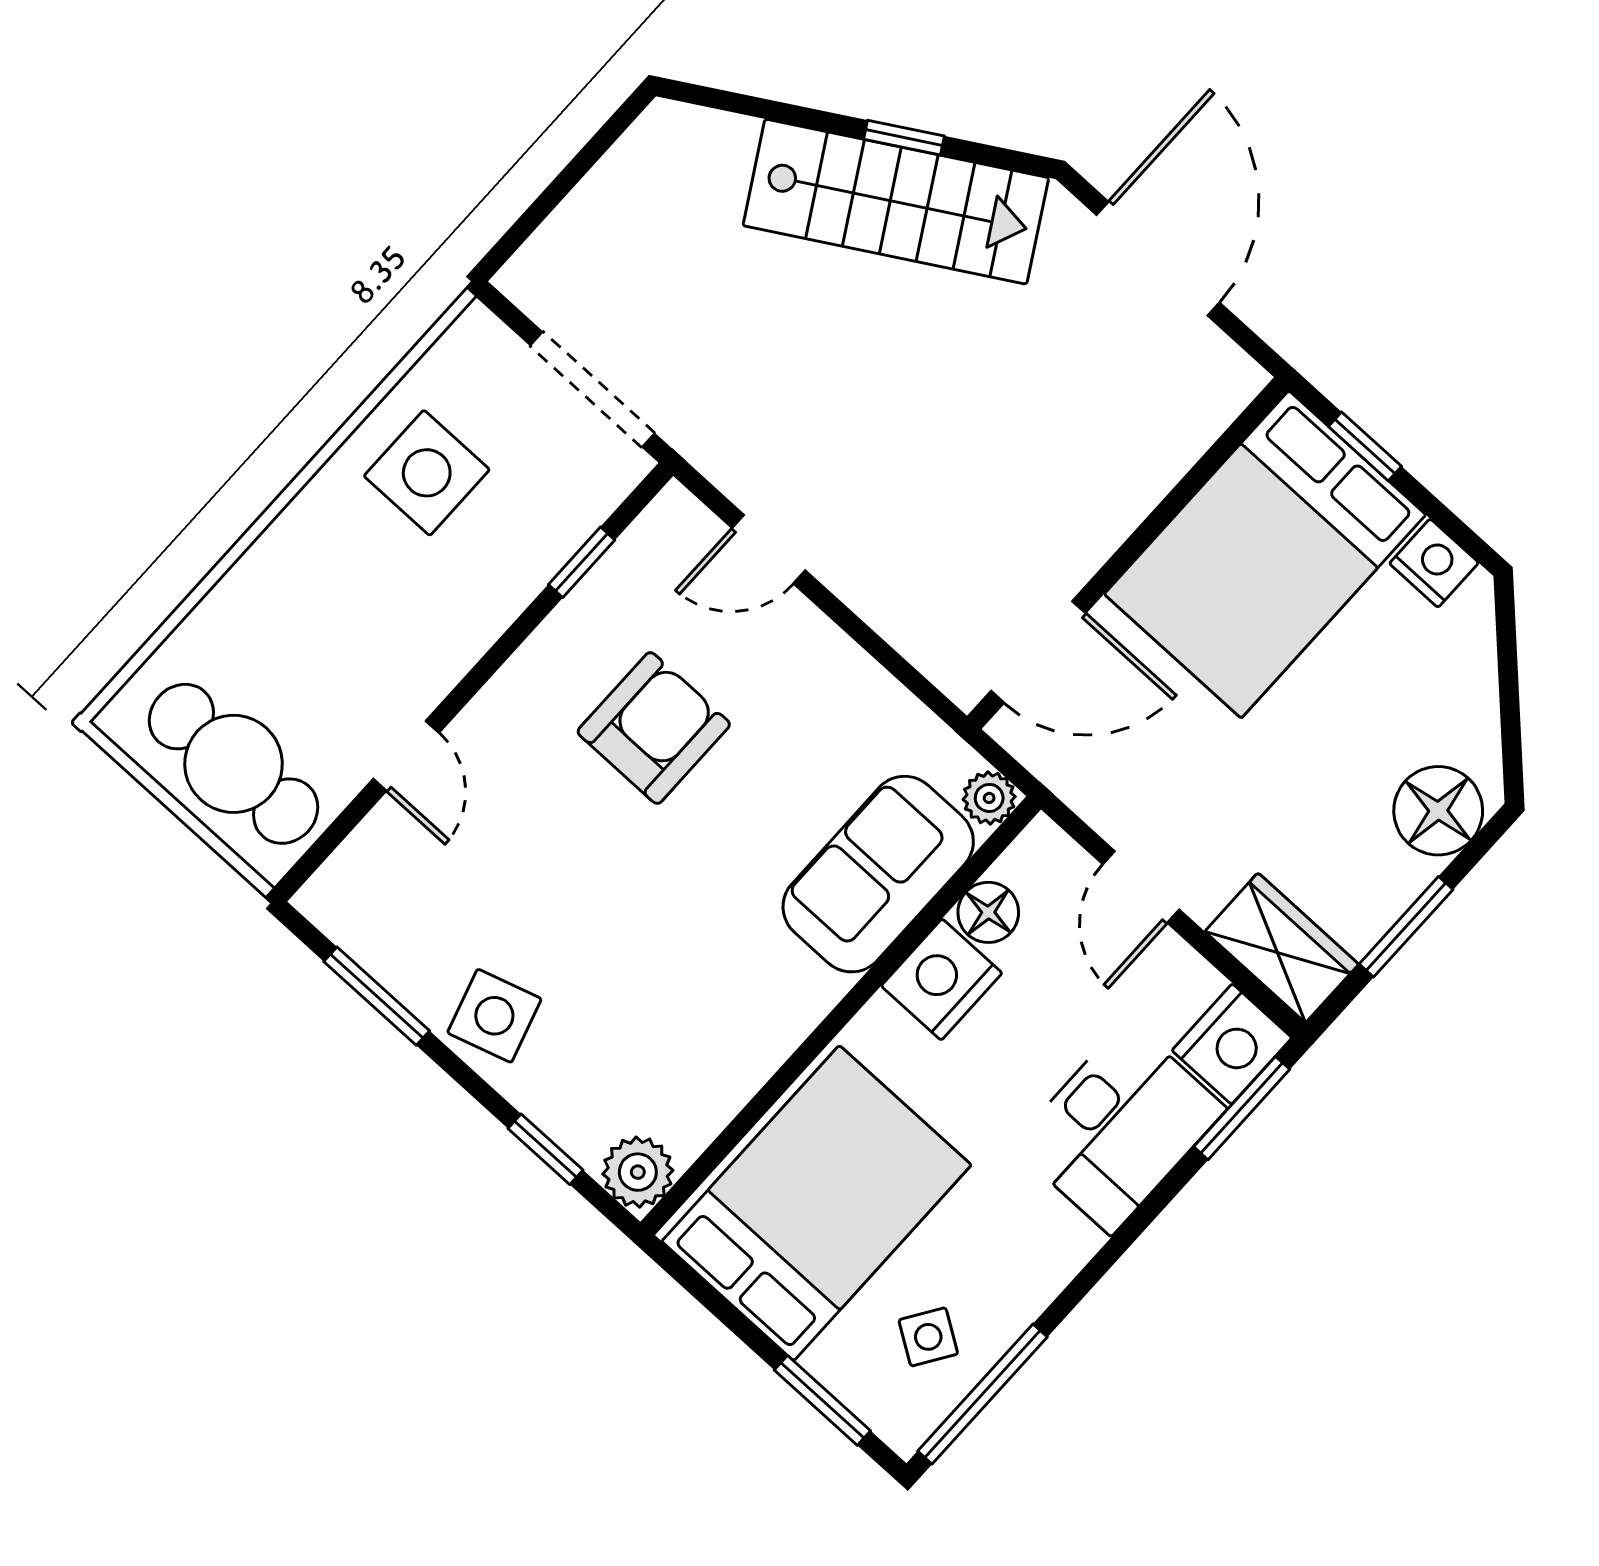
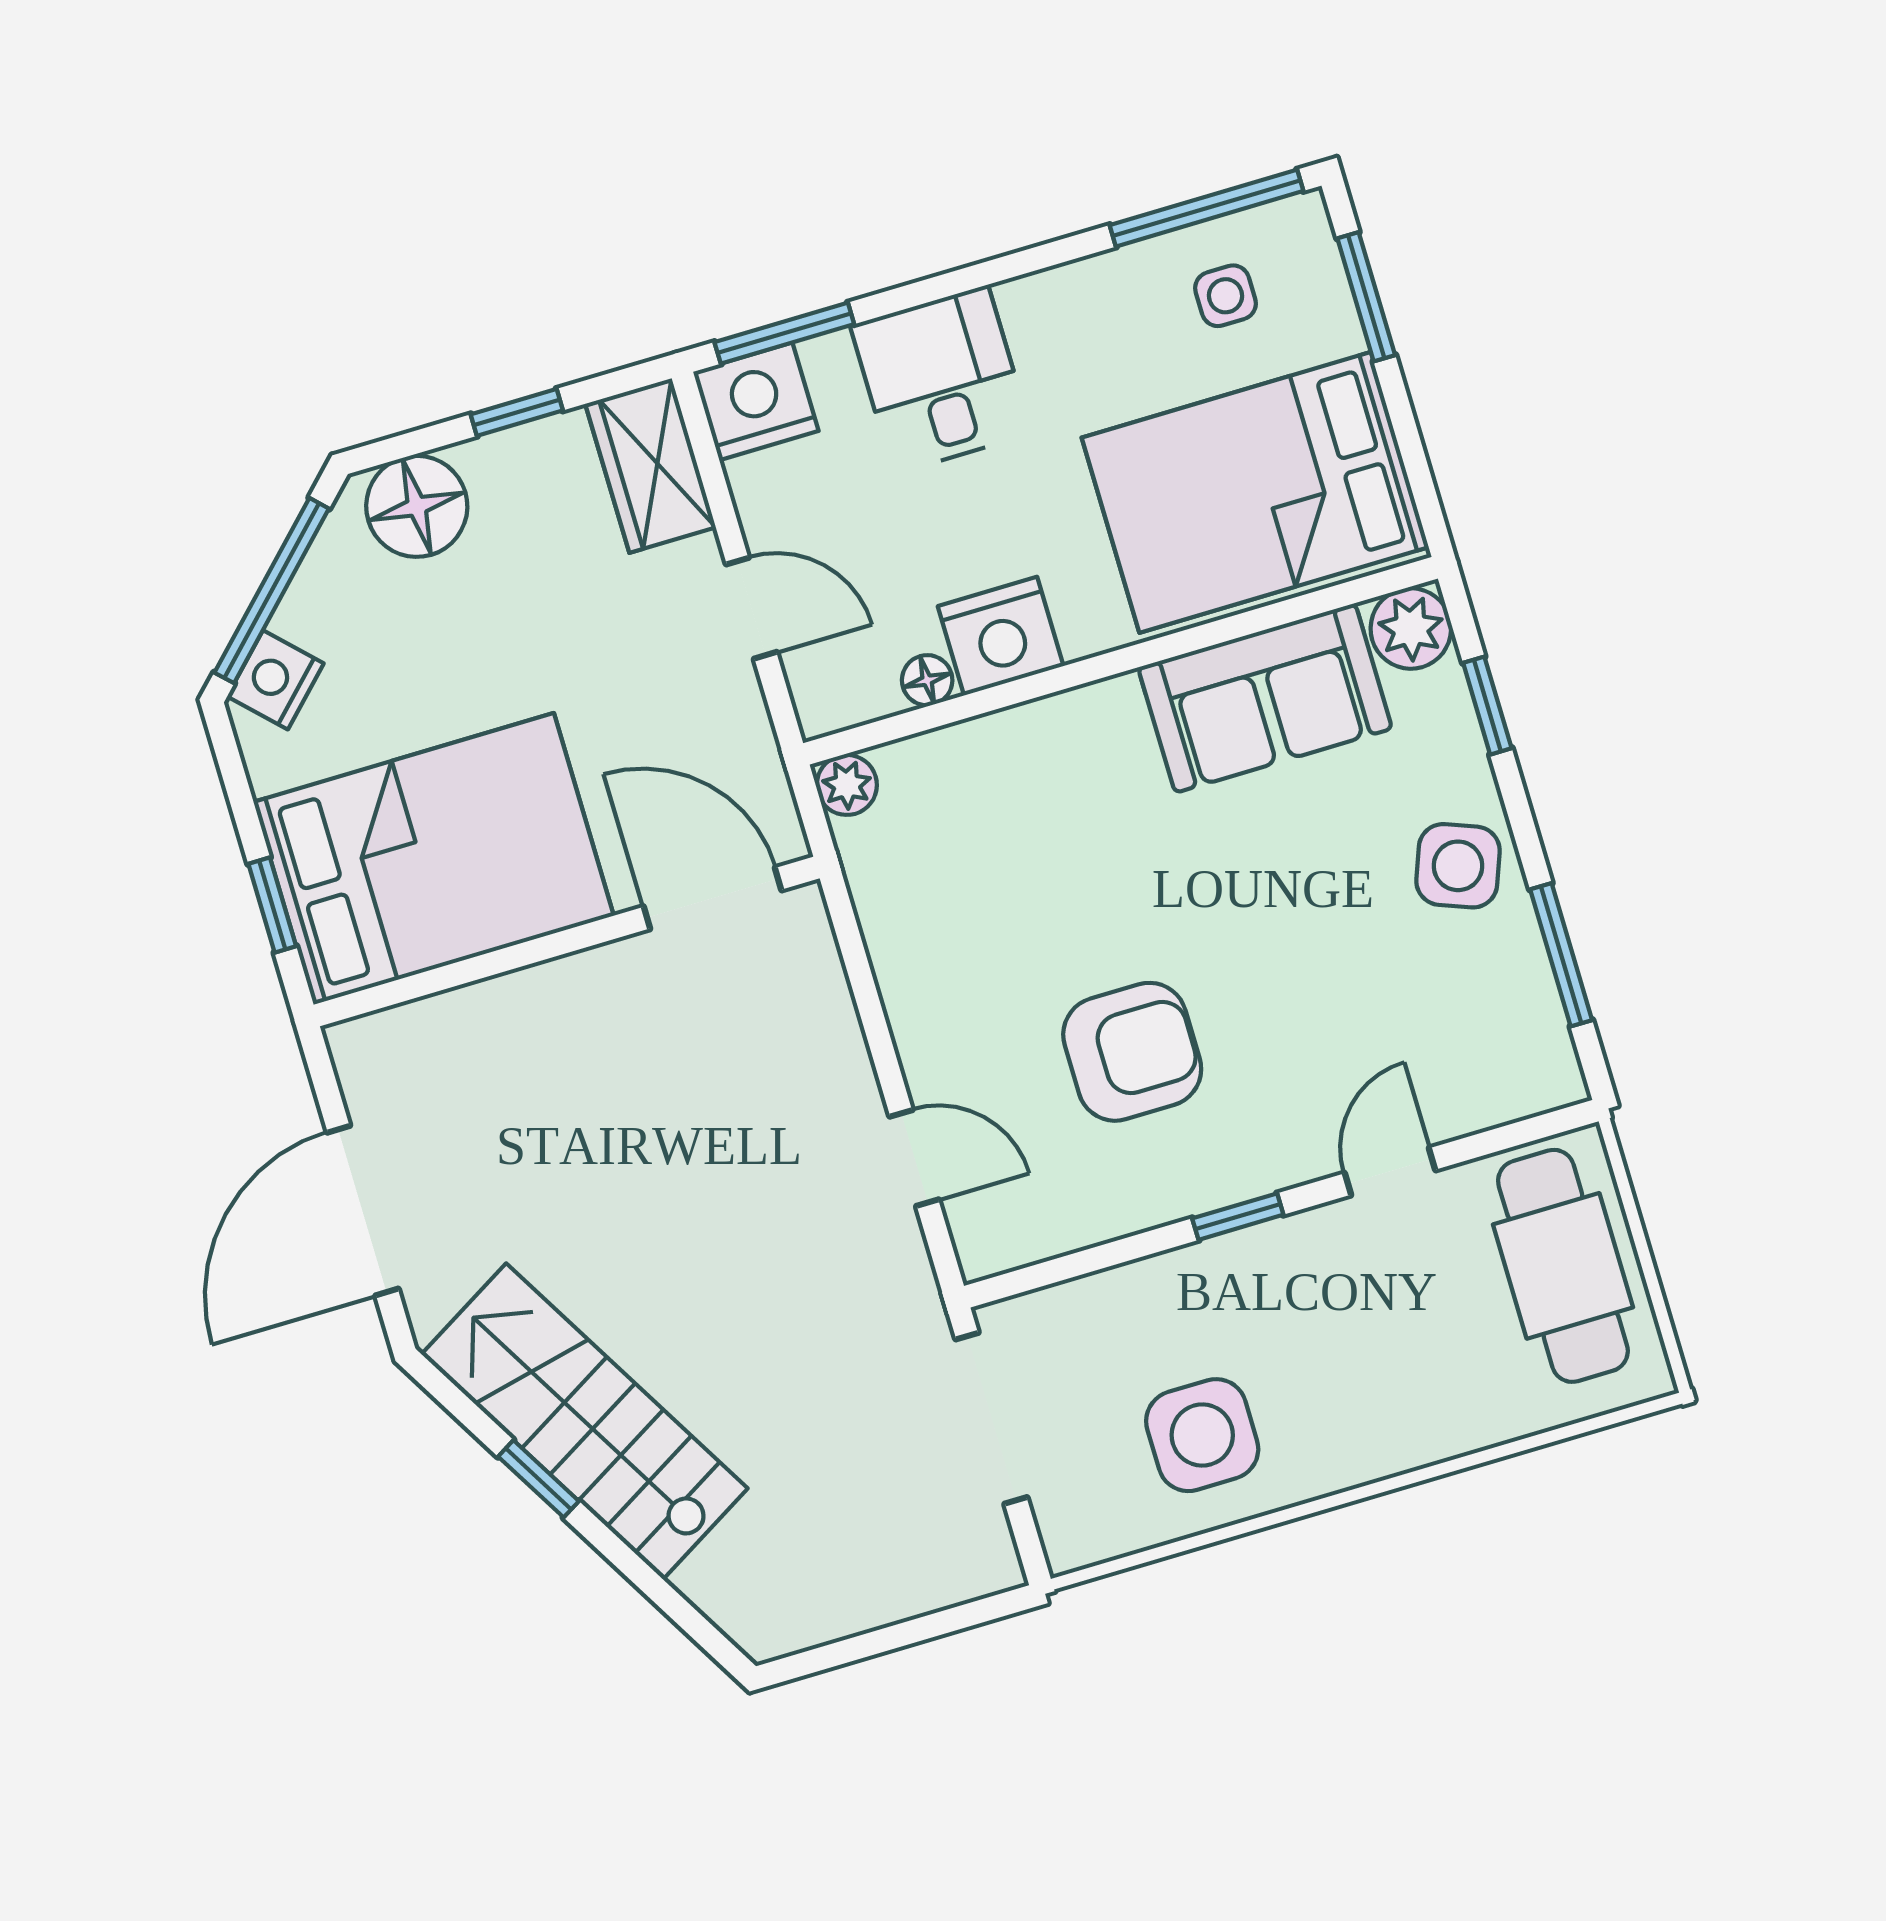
window: (582, 562) -> (1238, 1217), moved
nightstand: (1434, 563) -> (275, 680), moved, turned 45
window: (1509, 682) -> (272, 591), added
armchair: (654, 728) -> (1132, 1052), turned 180
sofa: (878, 874) -> (1265, 698), moved
door: (1141, 887) -> (751, 608), hinge flipped
floor lamp: (988, 912) -> (927, 680), width x0.73, depth x0.73
window: (1406, 927) -> (517, 412), width x0.67
side table: (494, 1016) -> (1458, 866), turned 38
desk: (1119, 1127) -> (941, 379), width x0.73
side table: (928, 1337) -> (1225, 296), turned -33

